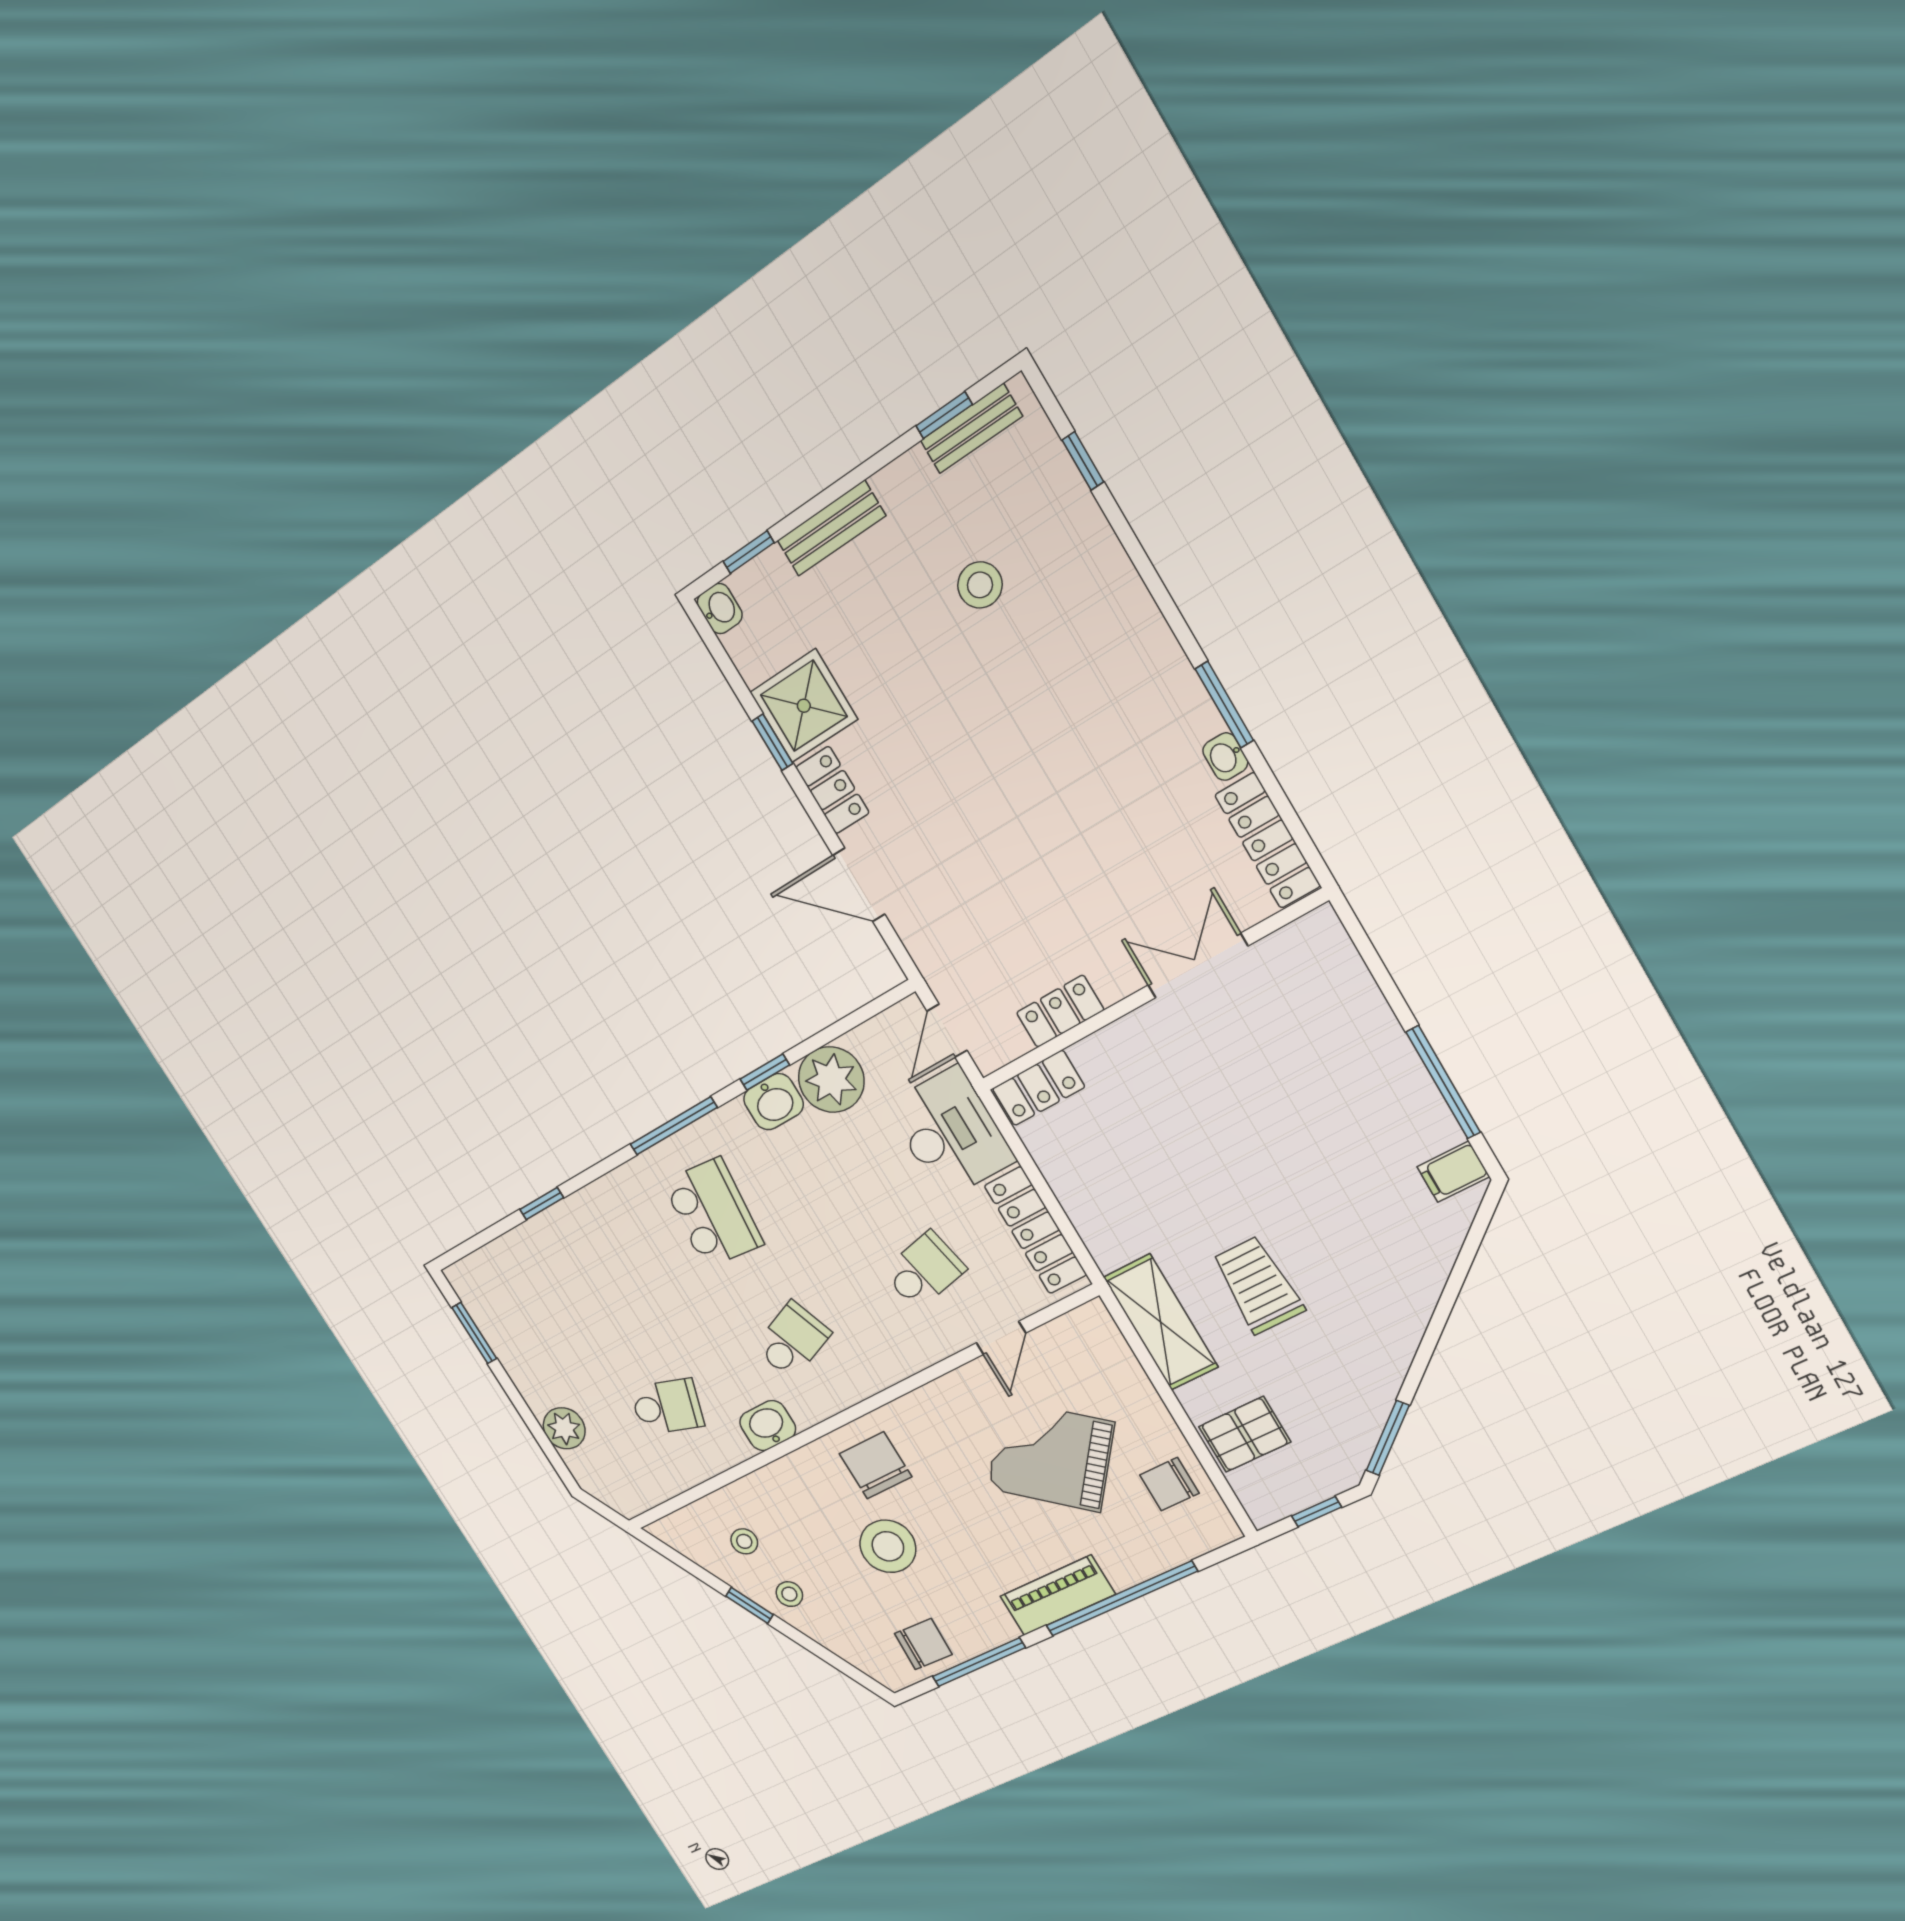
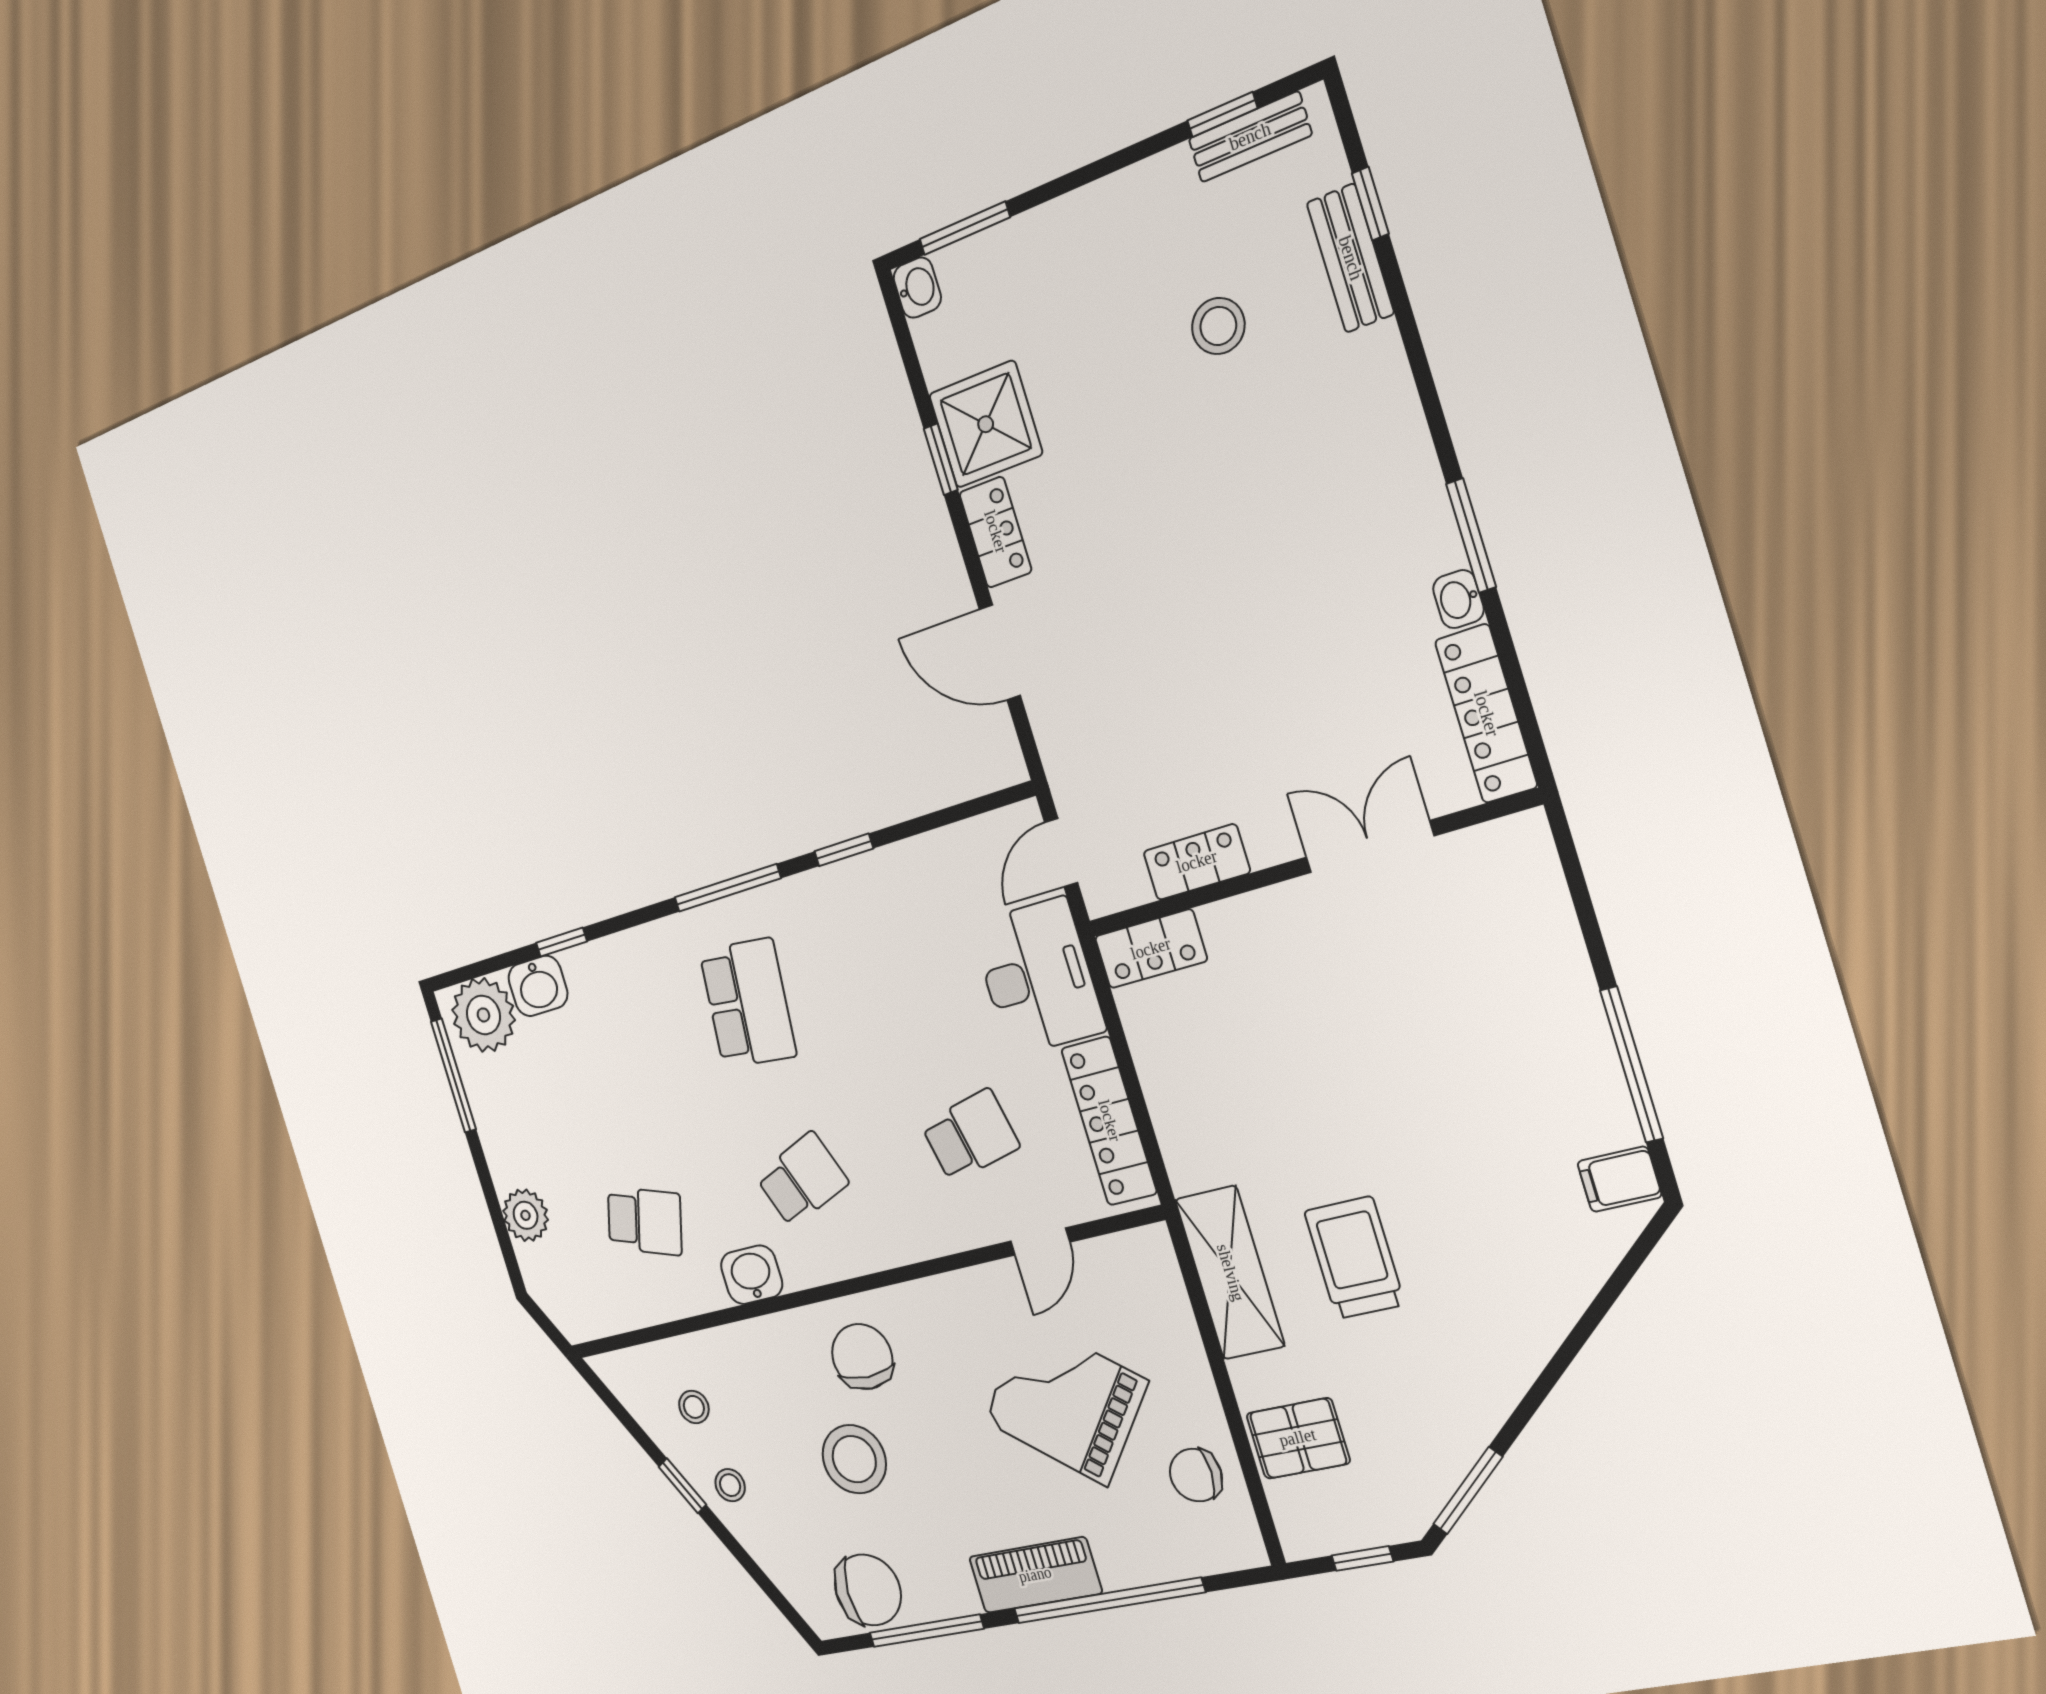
bench: (831, 528) -> (1350, 258), moved, turned 90
window: (749, 552) -> (965, 228), width x1.50
plant: (831, 1080) -> (483, 1015), moved
washbasin: (773, 1102) -> (538, 986), moved
window: (474, 1333) -> (453, 1075), width x1.44
chair: (923, 1644) -> (868, 1590), width x1.37, depth x1.37

